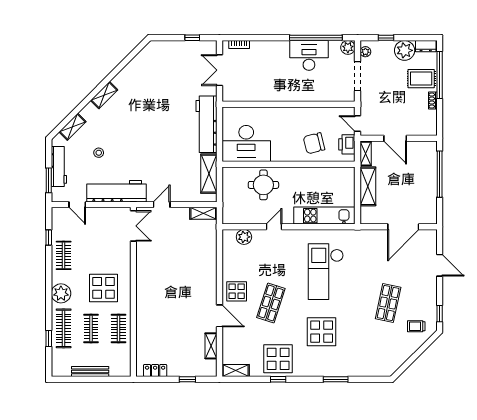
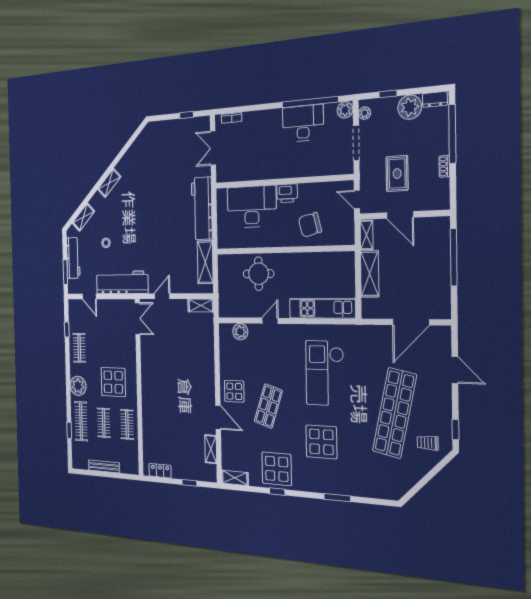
rug: (421, 79) -> (397, 174), moved, turned 90
desk: (246, 143) -> (252, 207), moved, turned 180
printer: (347, 144) -> (287, 193), moved, turned -90
shop shelf: (388, 303) -> (394, 413), width x2.00, depth x1.36

